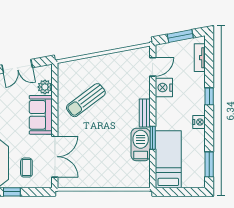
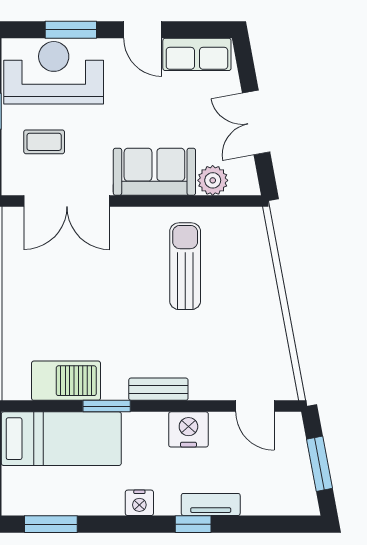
tv unit: (200, 58) -> (211, 504), moved
nightstand: (164, 88) -> (188, 429), moved
sun lounger: (86, 100) -> (185, 266), turned 37
barbecue: (141, 145) -> (66, 381), moved

